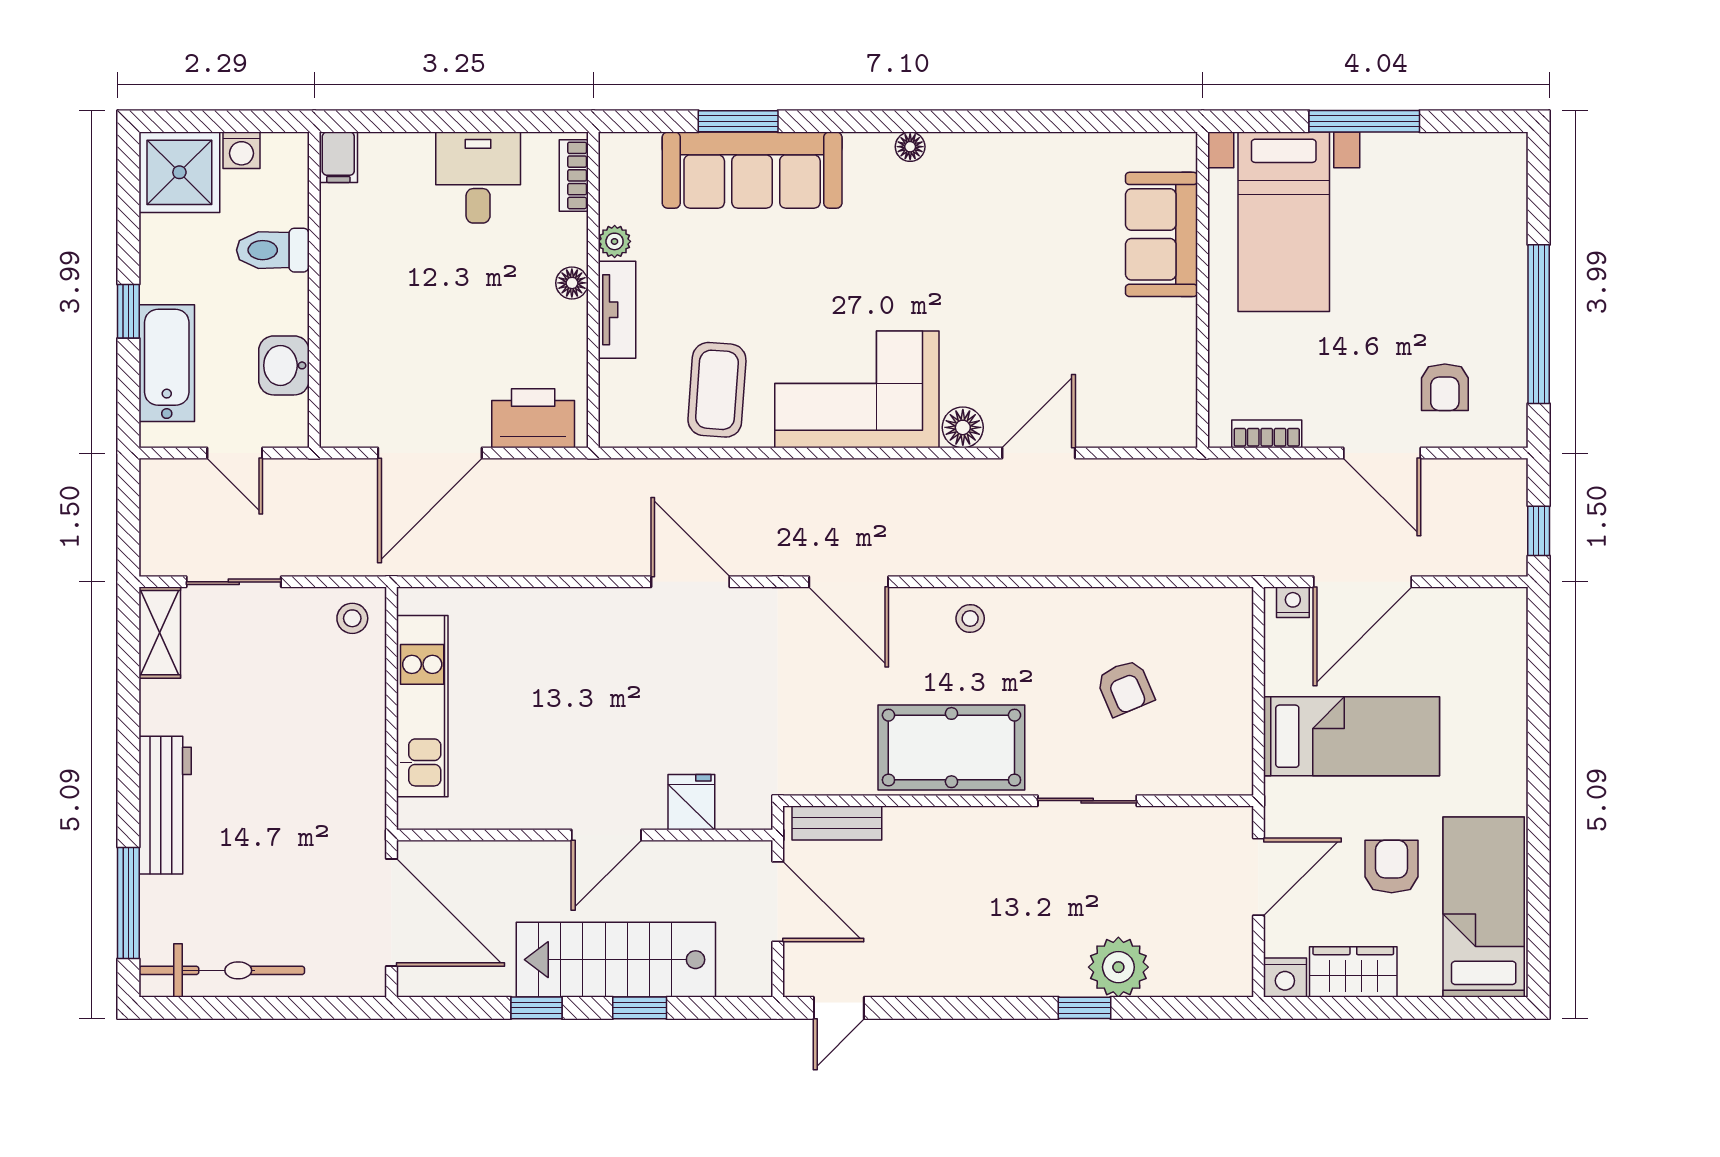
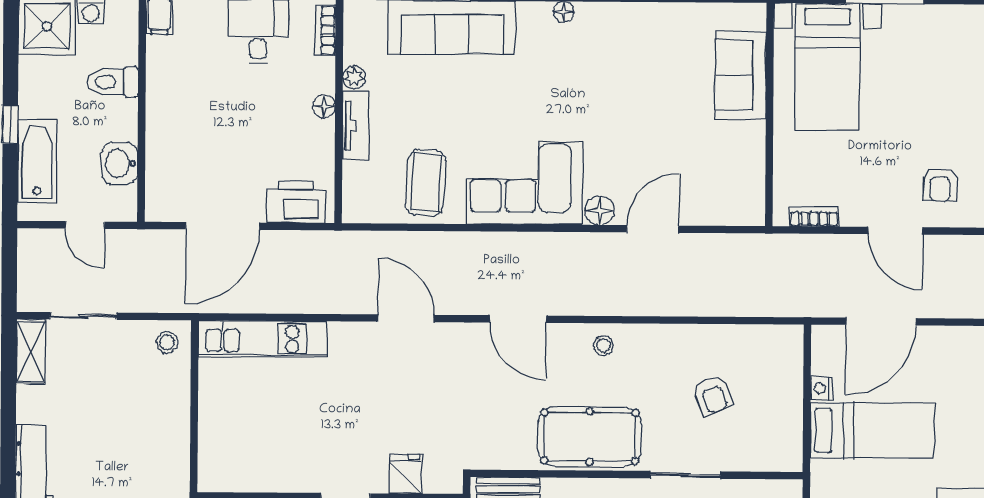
nightstand: (1293, 602) -> (821, 388), moved, turned -90
kitchen unit: (422, 706) -> (262, 339), moved, turned 90

